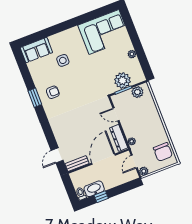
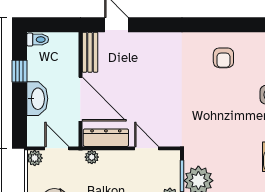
window: (35, 98) -> (226, 25), removed
door: (116, 114) -> (147, 148), hinge flipped
washbasin: (94, 189) -> (37, 99), moved

